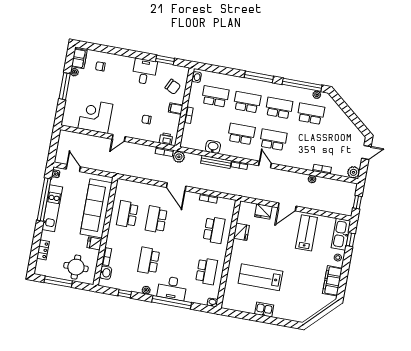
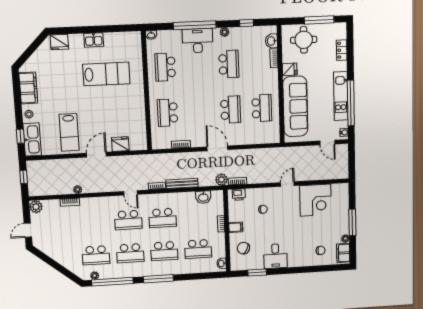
washbasin: (213, 147) -> (203, 197), moved
fridge: (241, 232) -> (59, 42), moved, turned -90

